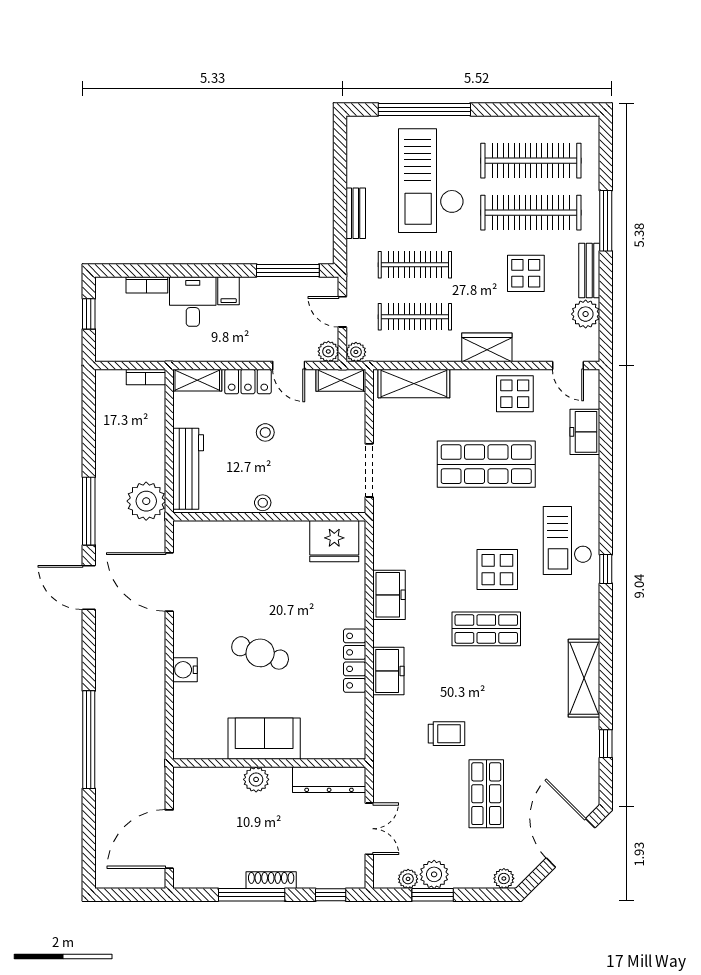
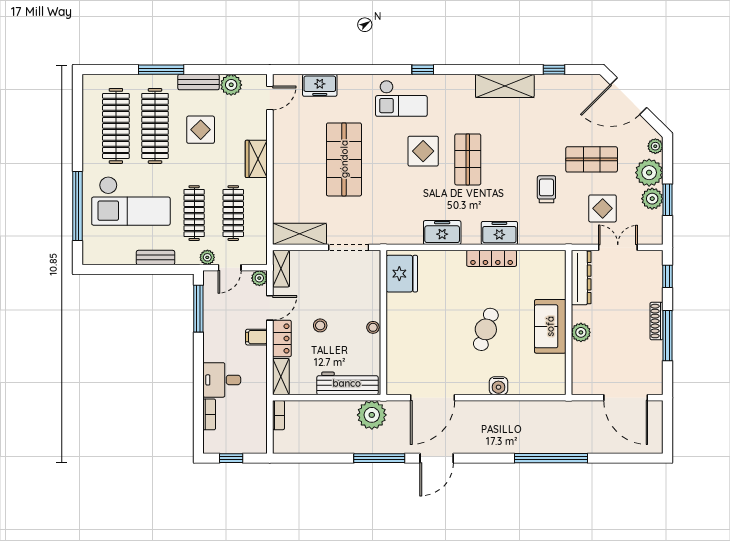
filing cabinet: (229, 291) -> (256, 337), moved, turned 180
plant: (356, 352) -> (207, 257), moved
shelving: (414, 383) -> (300, 234), moved, turned 90
display table: (515, 394) -> (603, 208), moved
plant: (408, 879) -> (649, 173), moved, width x1.88, depth x1.88

